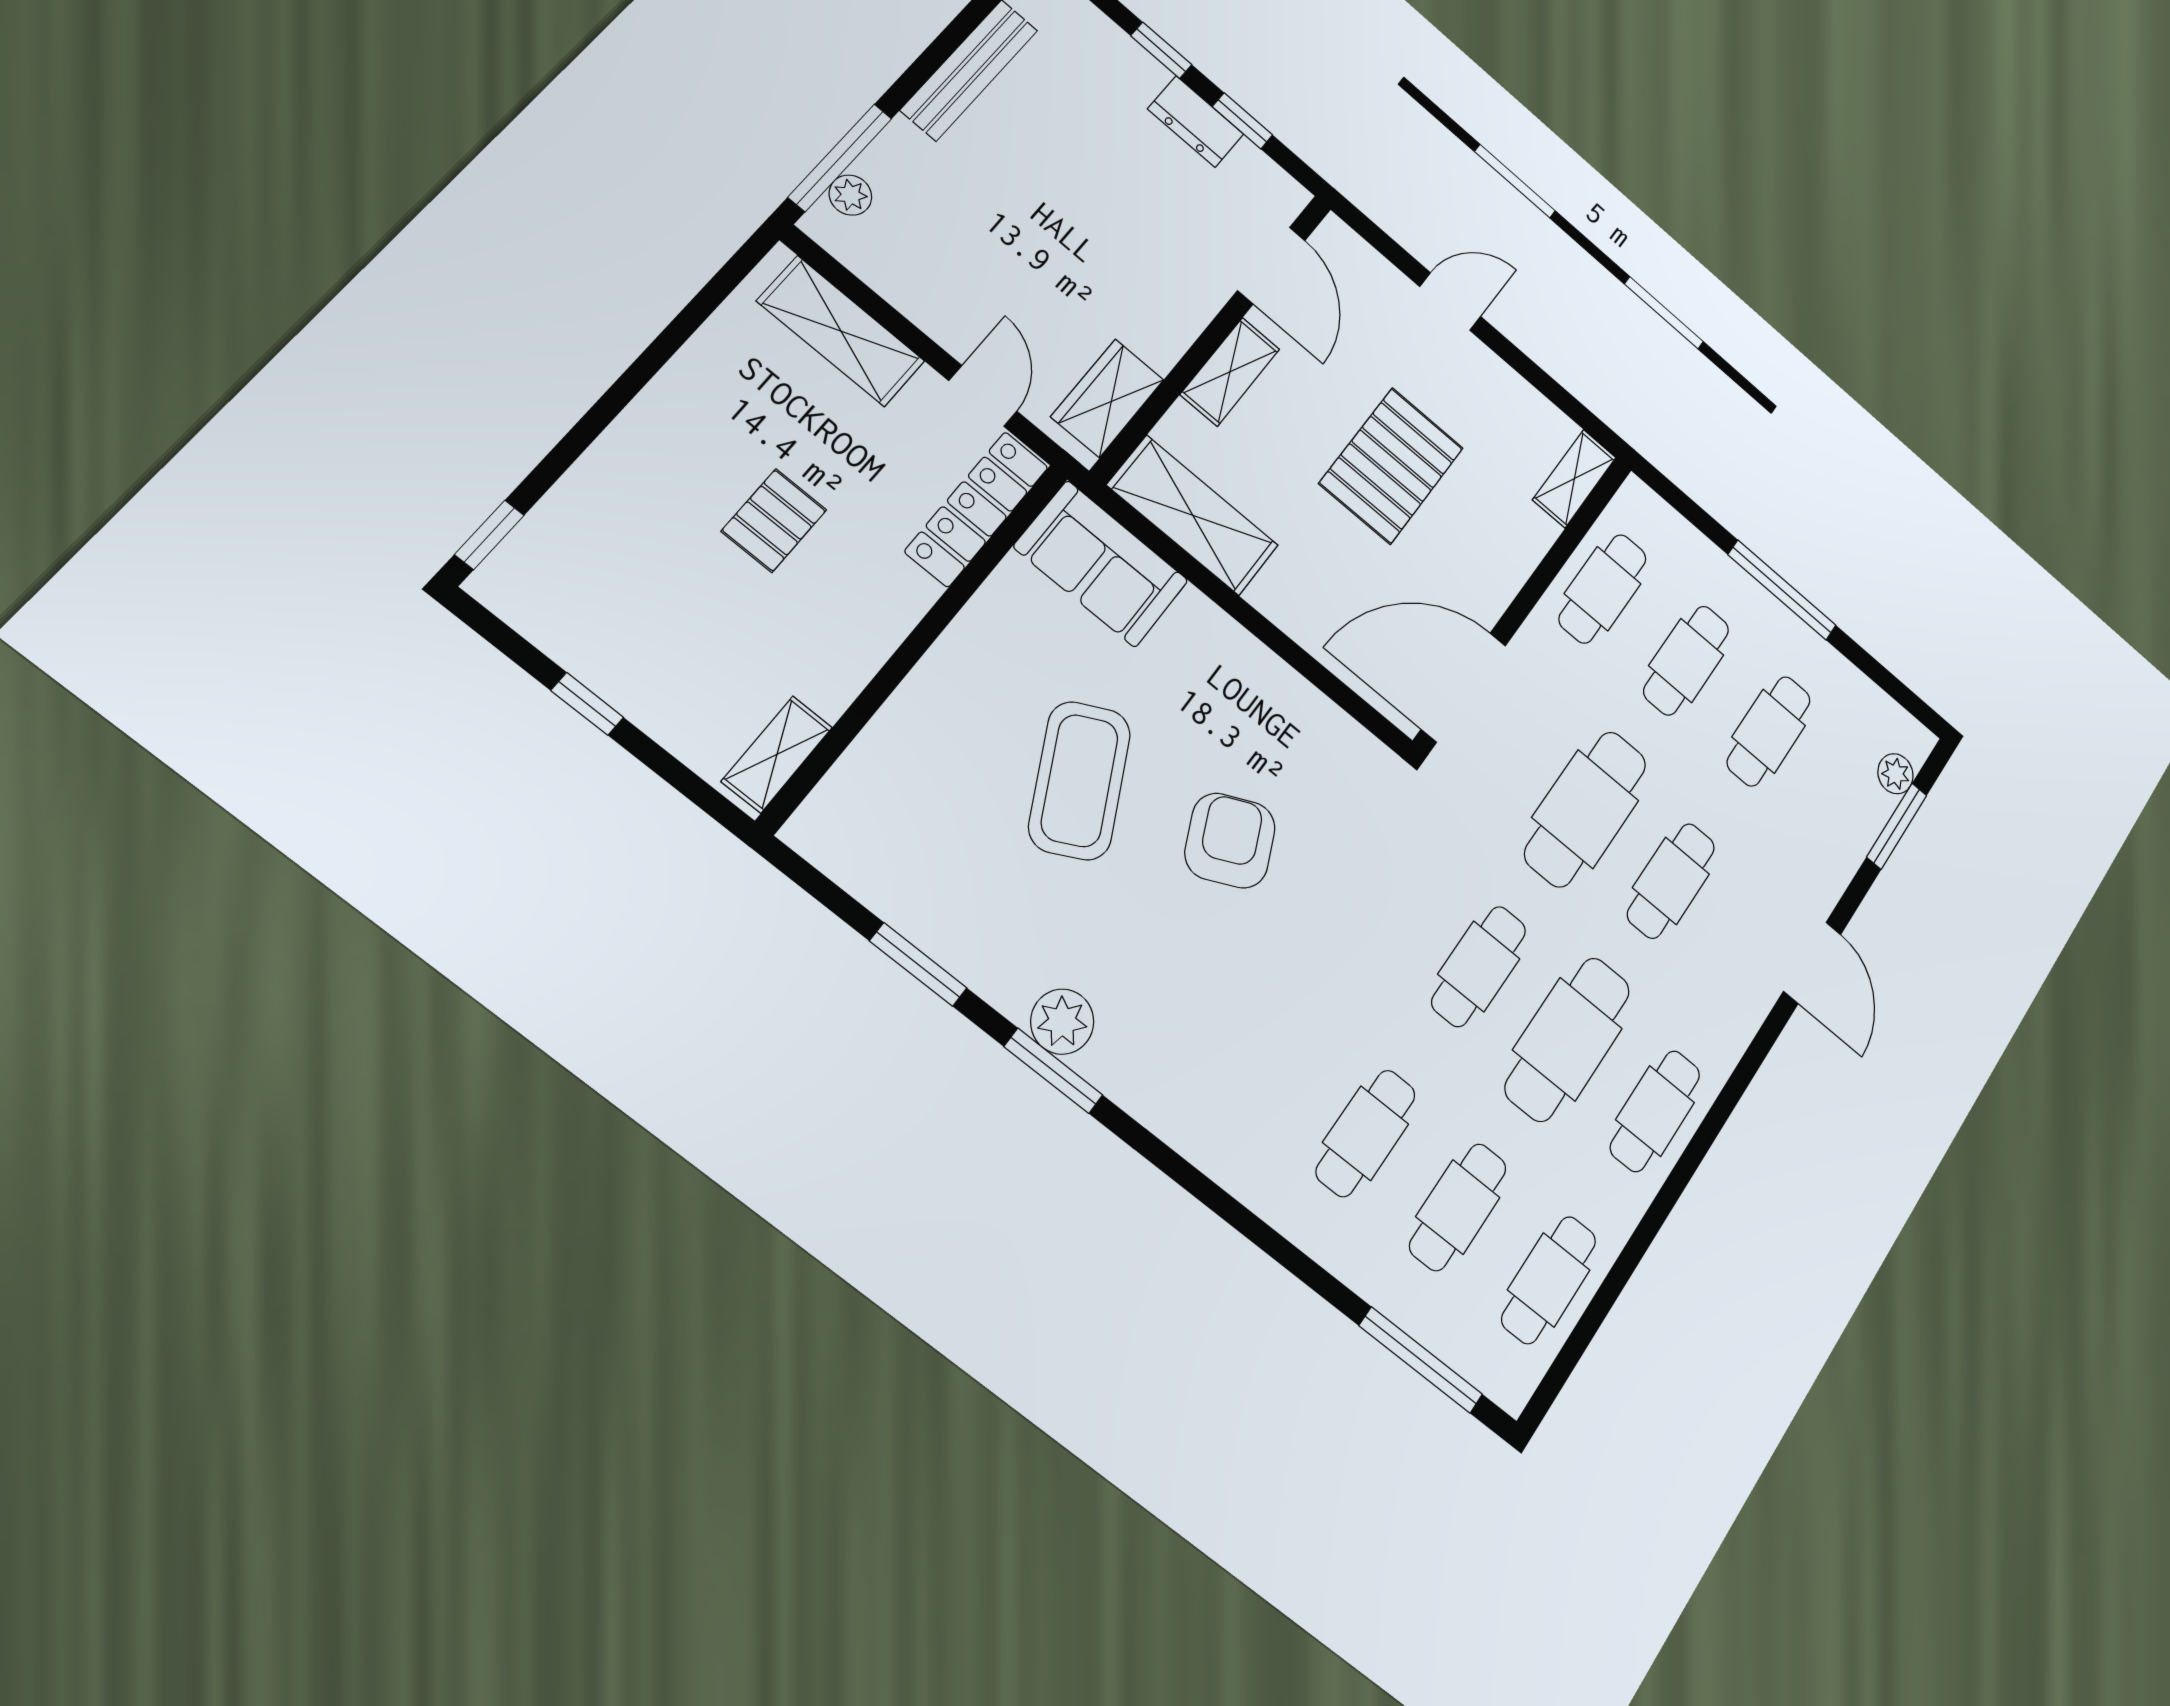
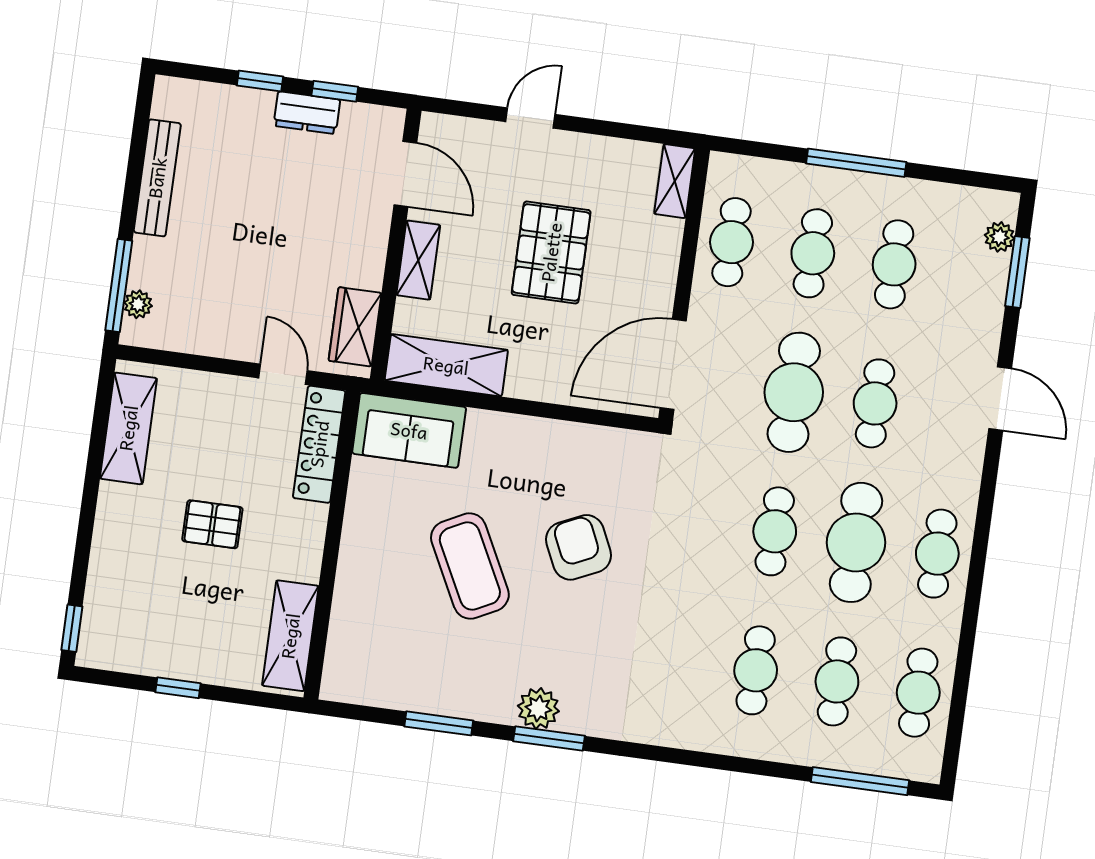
shelving: (841, 331) -> (128, 428), moved, turned 90
pallet: (774, 520) -> (212, 524), turned 90
shelving: (777, 754) -> (290, 636), width x1.50, depth x1.33

